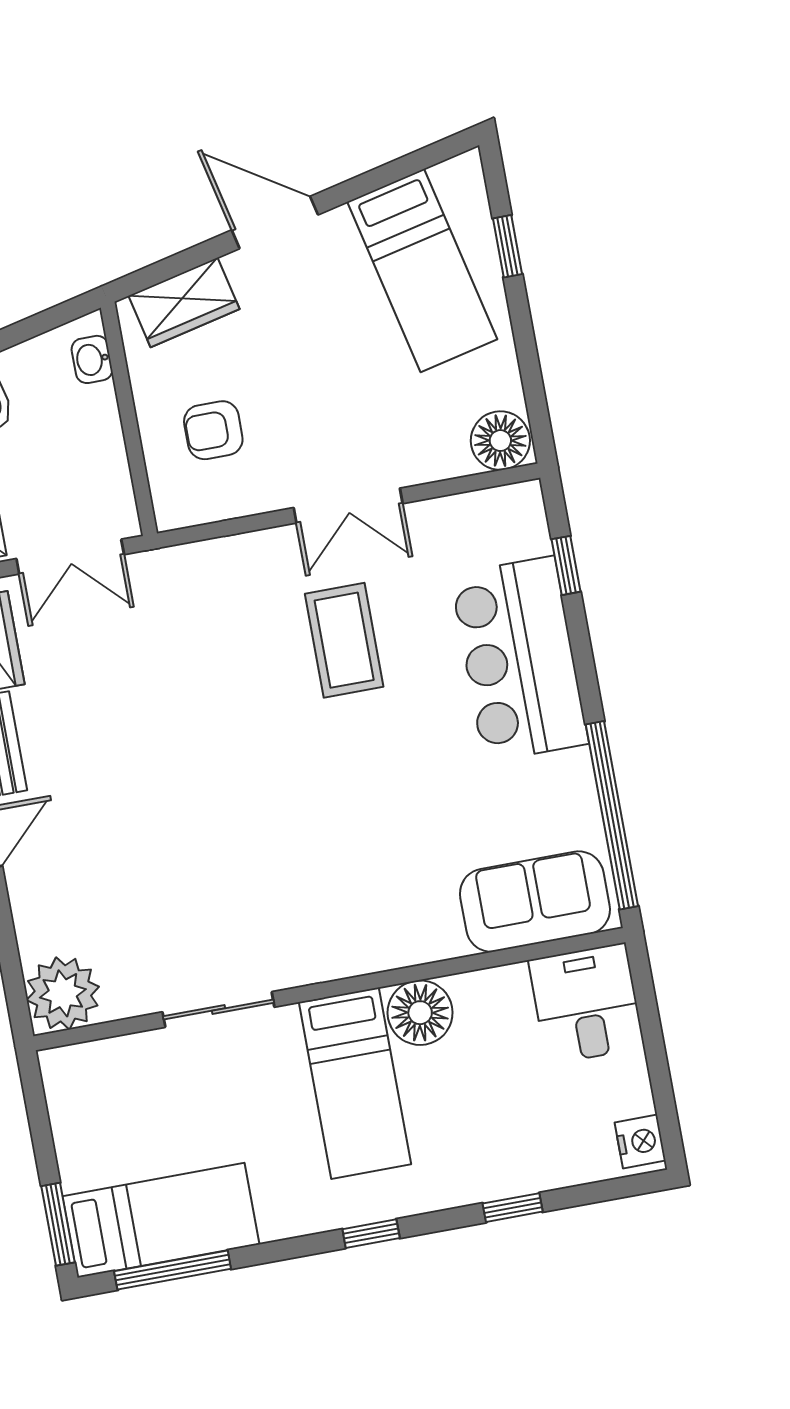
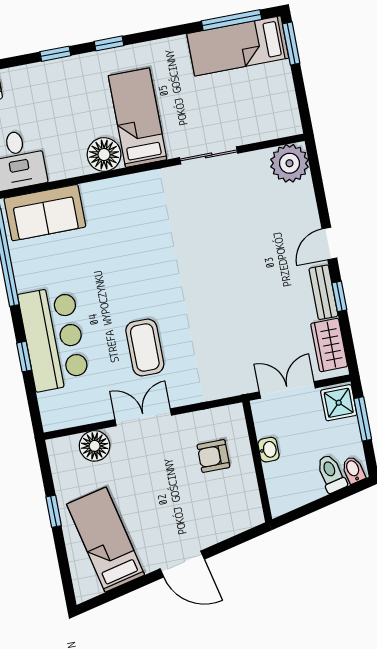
window: (507, 246) -> (54, 511), moved
wardrobe: (184, 302) -> (229, 522), removed
washbasin: (92, 359) -> (269, 450), moved
armchair: (213, 430) -> (213, 456), turned 180
floor lamp: (500, 441) -> (95, 446), moved
window: (566, 565) -> (24, 357), moved
window: (371, 1234) -> (109, 43), moved

